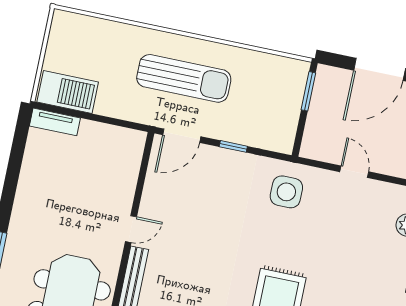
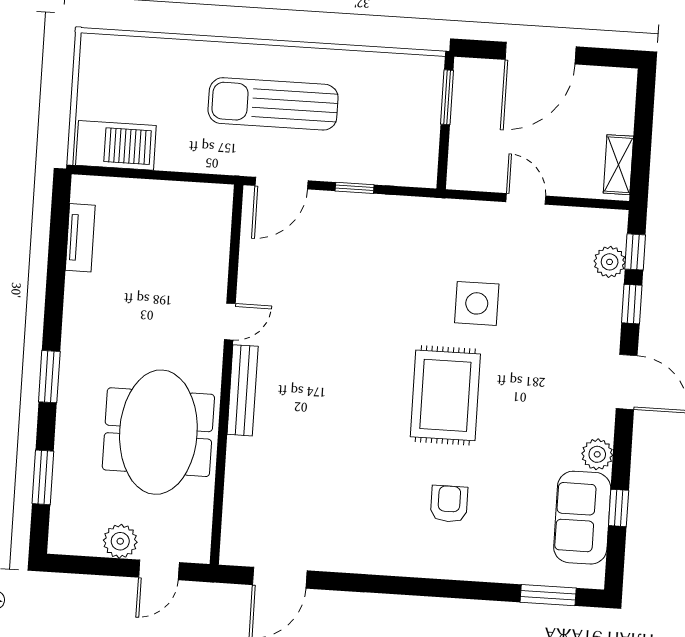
sun lounger: (184, 78) -> (273, 104), turned 180
tv unit: (55, 122) -> (80, 238), moved, turned -90
side table: (286, 192) -> (477, 303), moved

